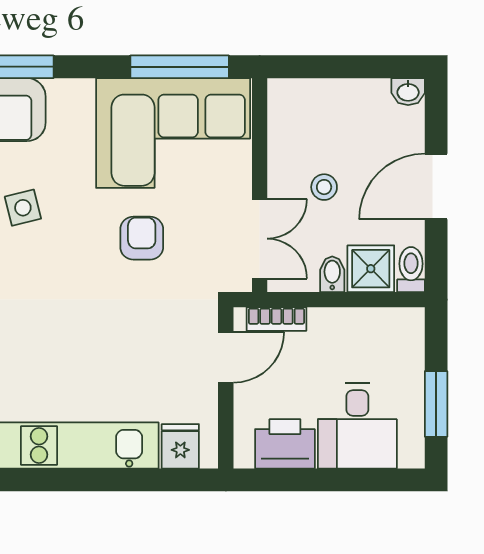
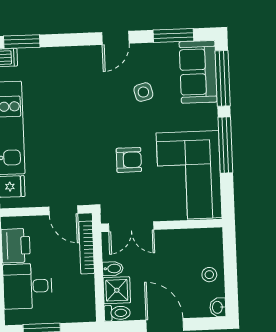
window: (180, 67) -> (225, 145), moved
stool: (324, 187) -> (209, 275), moved
bookcase: (276, 319) -> (87, 247), width x1.56

